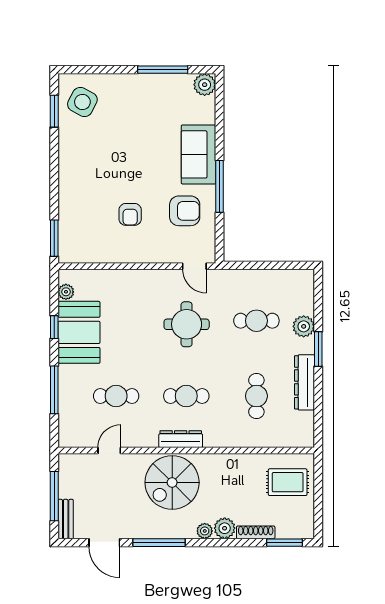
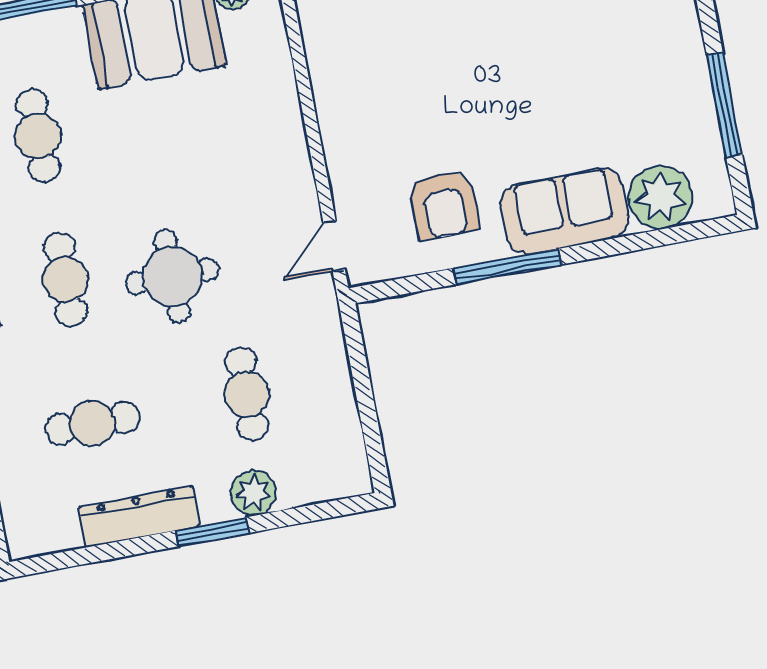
plant: (205, 85) -> (660, 197), moved, width x1.36, depth x1.36
armchair: (130, 214) -> (415, 94), removed
round table: (187, 324) -> (172, 276), moved

